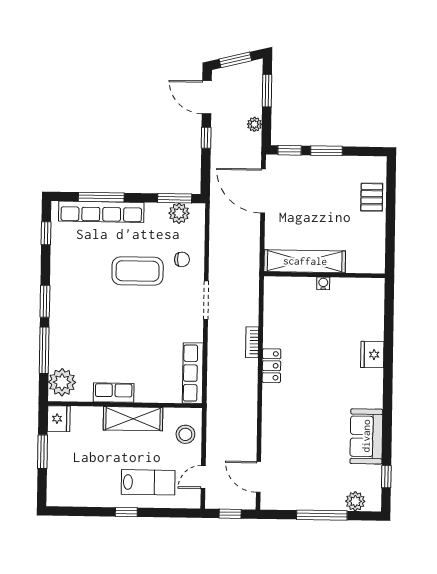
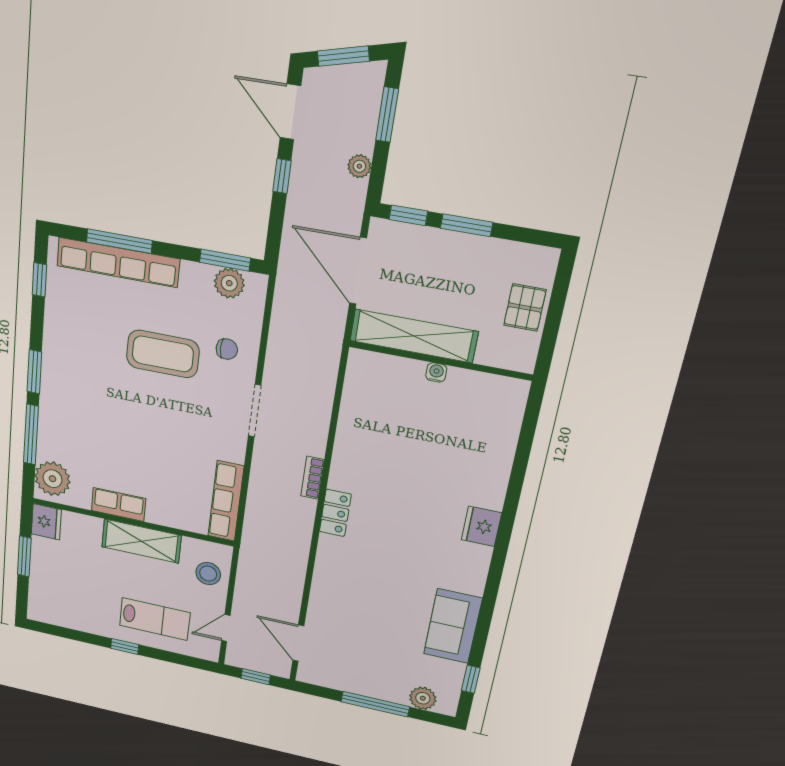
shelving: (305, 261) -> (414, 336), moved
wall: (324, 275) -> (440, 361), moved
water cooler: (323, 283) -> (436, 372), moved

